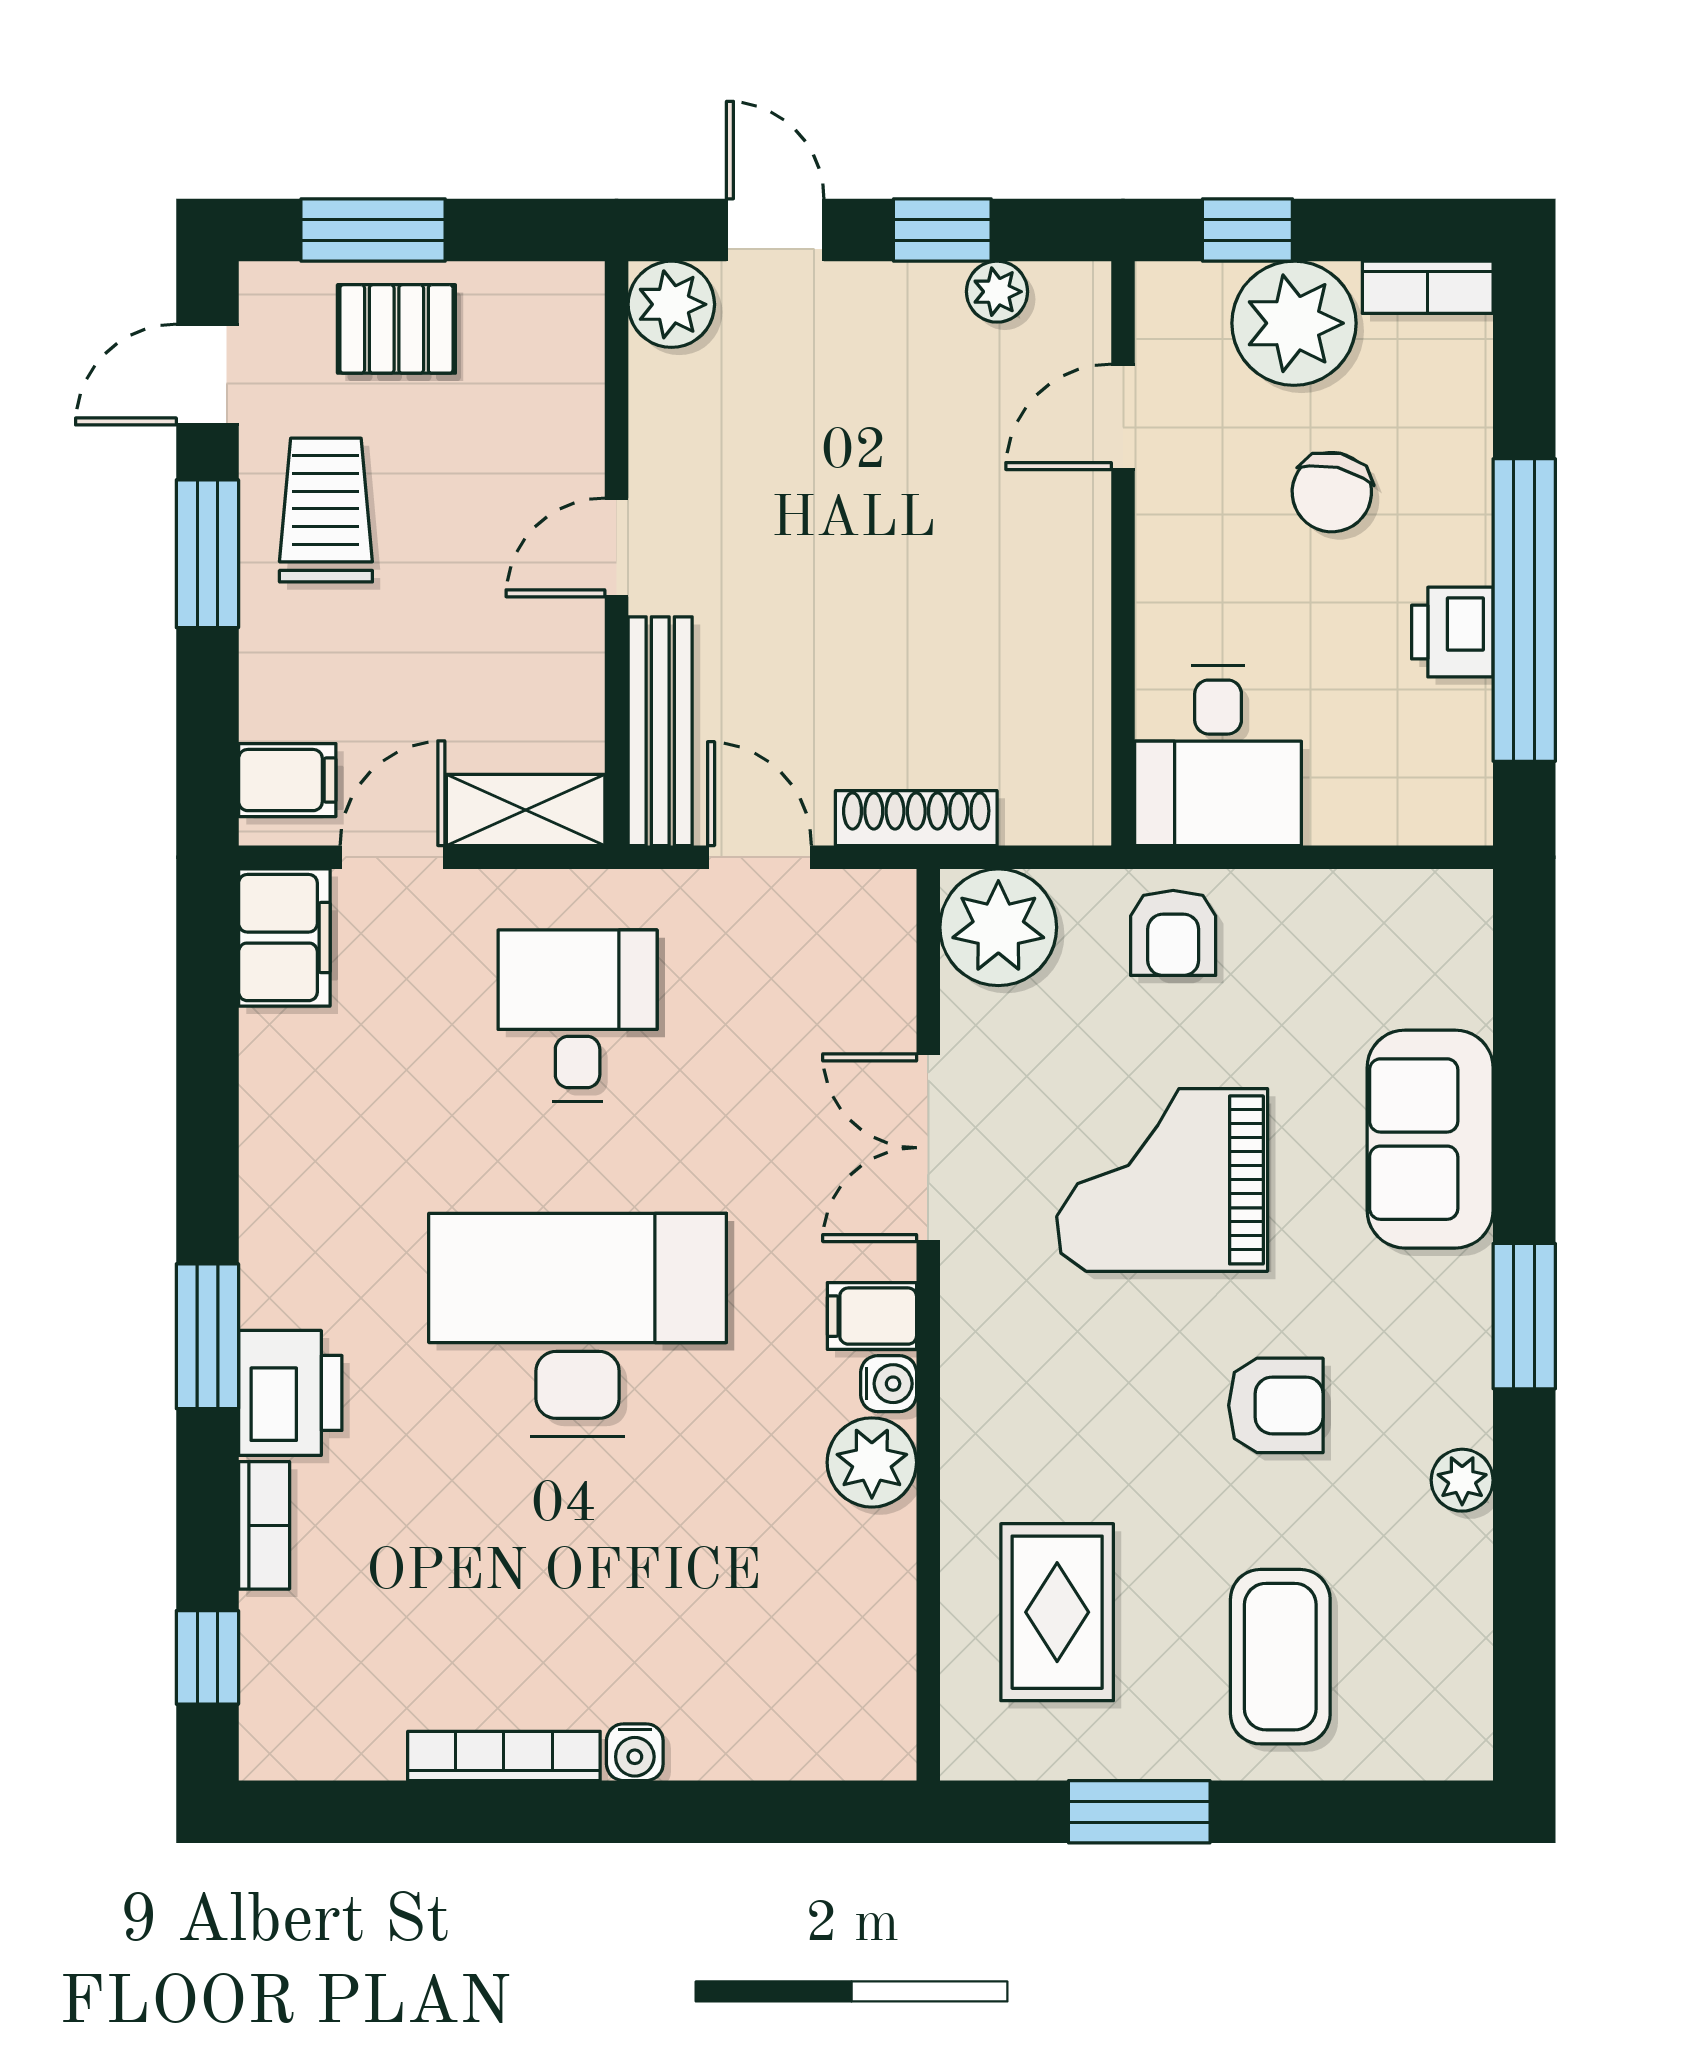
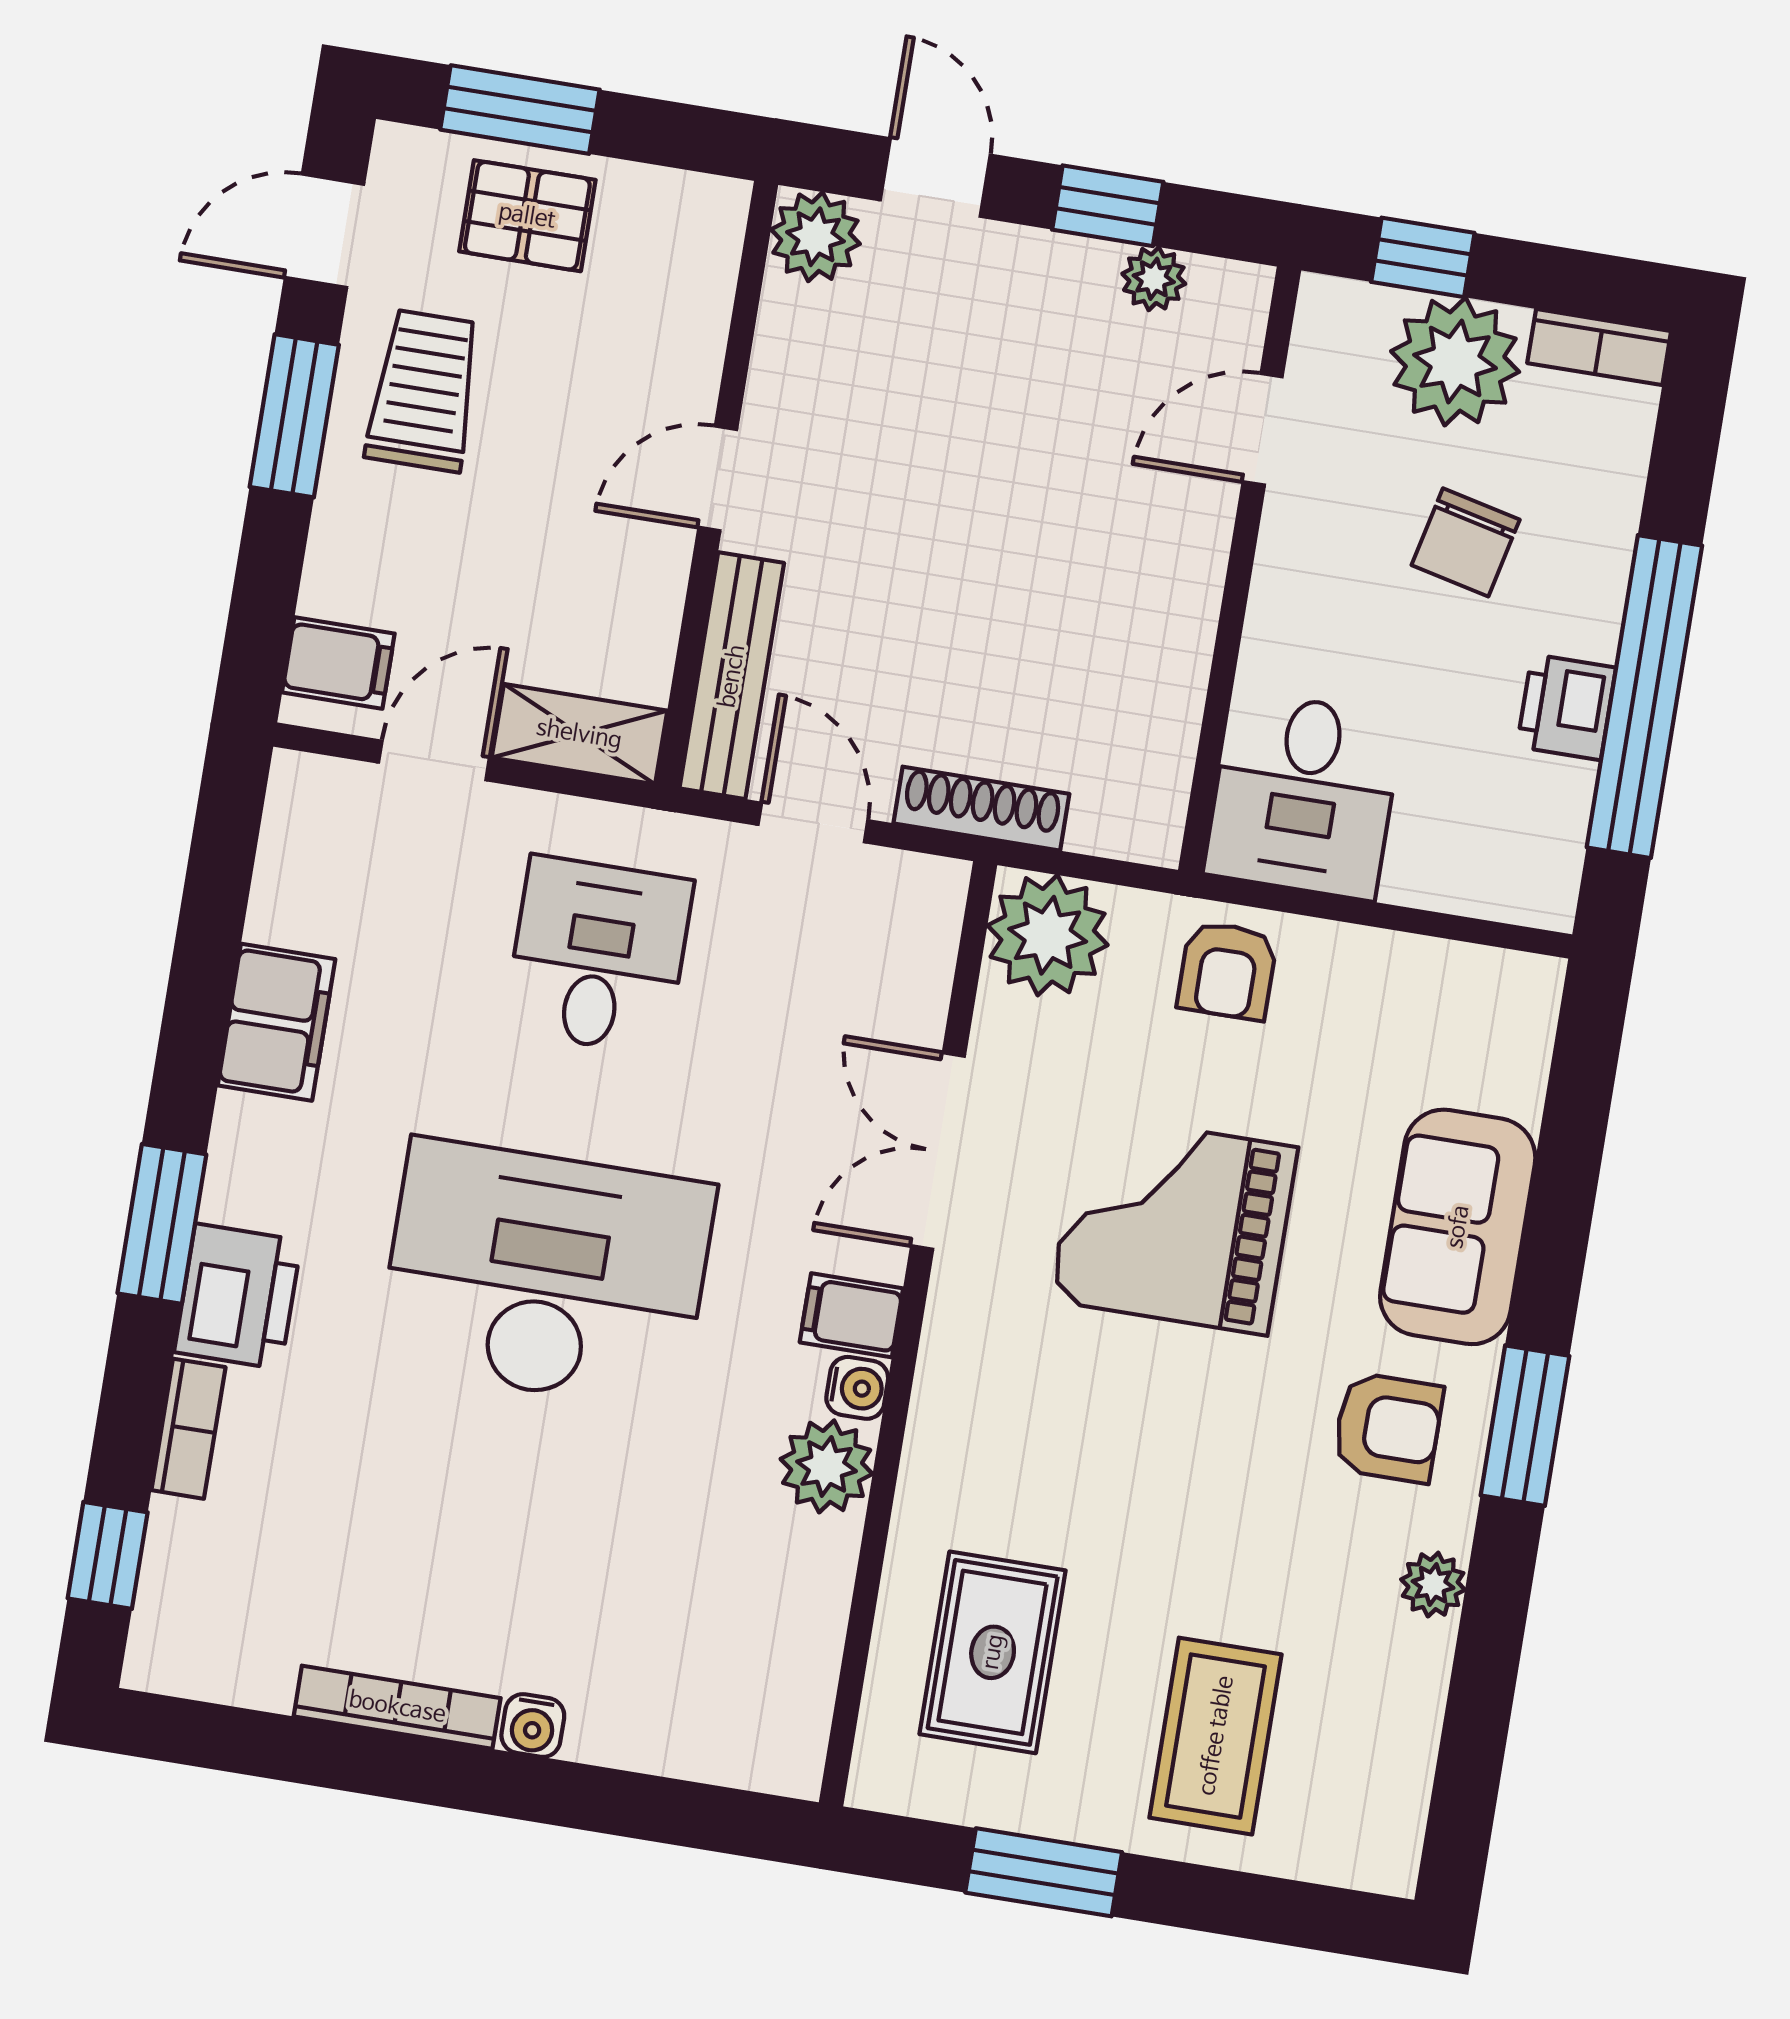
filing cabinet: (284, 938) -> (276, 1022), moved
armchair: (1276, 1405) -> (1388, 1428), moved

